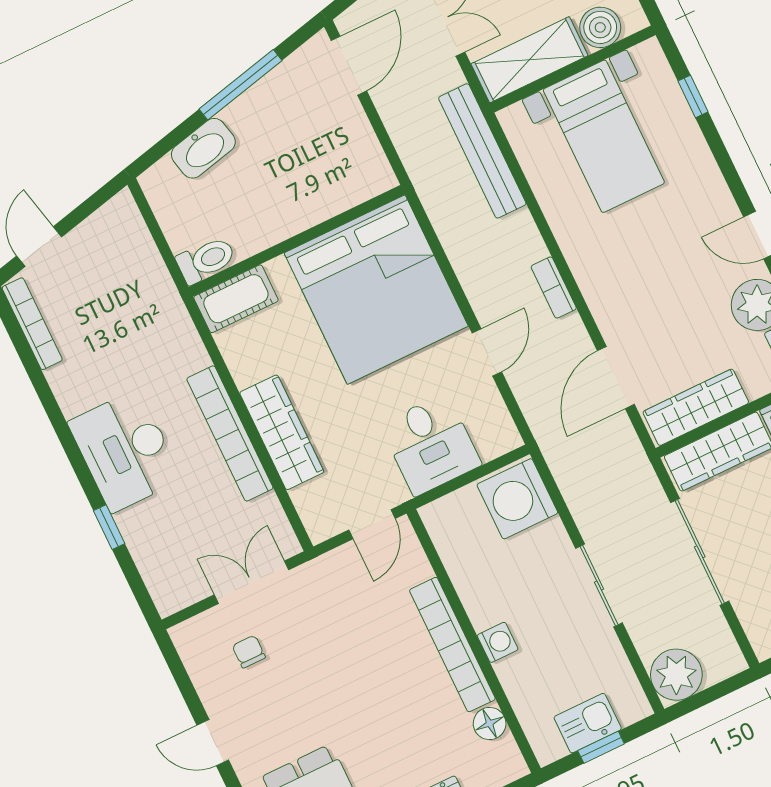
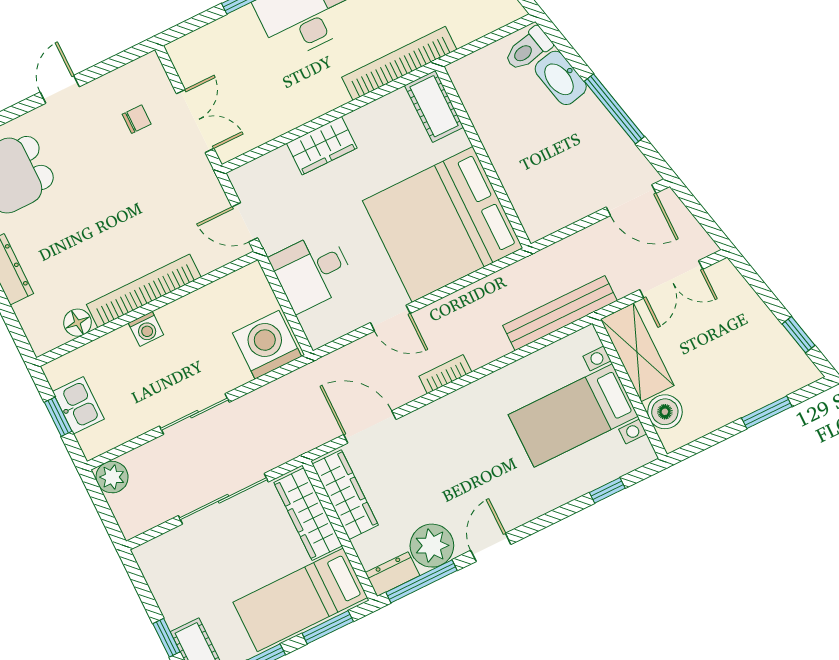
toilet: (206, 260) -> (528, 49), moved, turned 77
wardrobe: (282, 432) -> (322, 146), width x0.67
bookcase: (230, 433) -> (399, 63), moved
plant: (676, 675) -> (112, 477), width x0.73, depth x0.73

